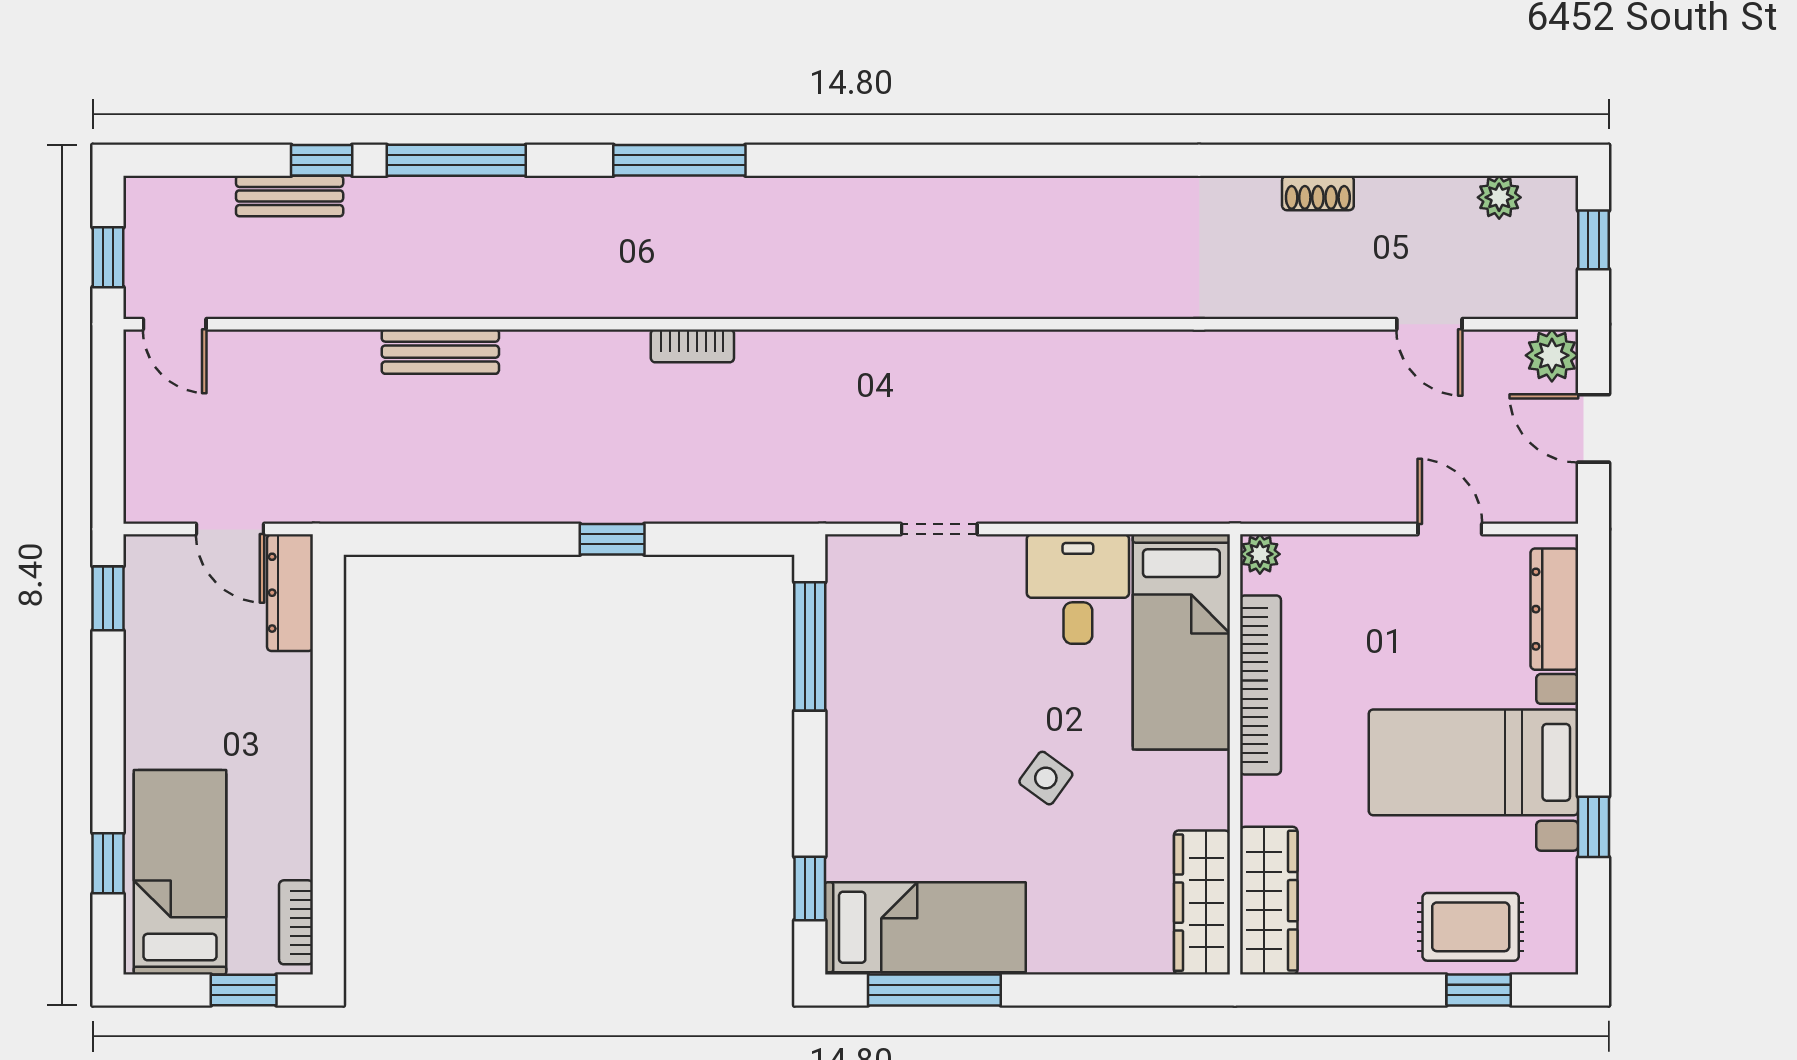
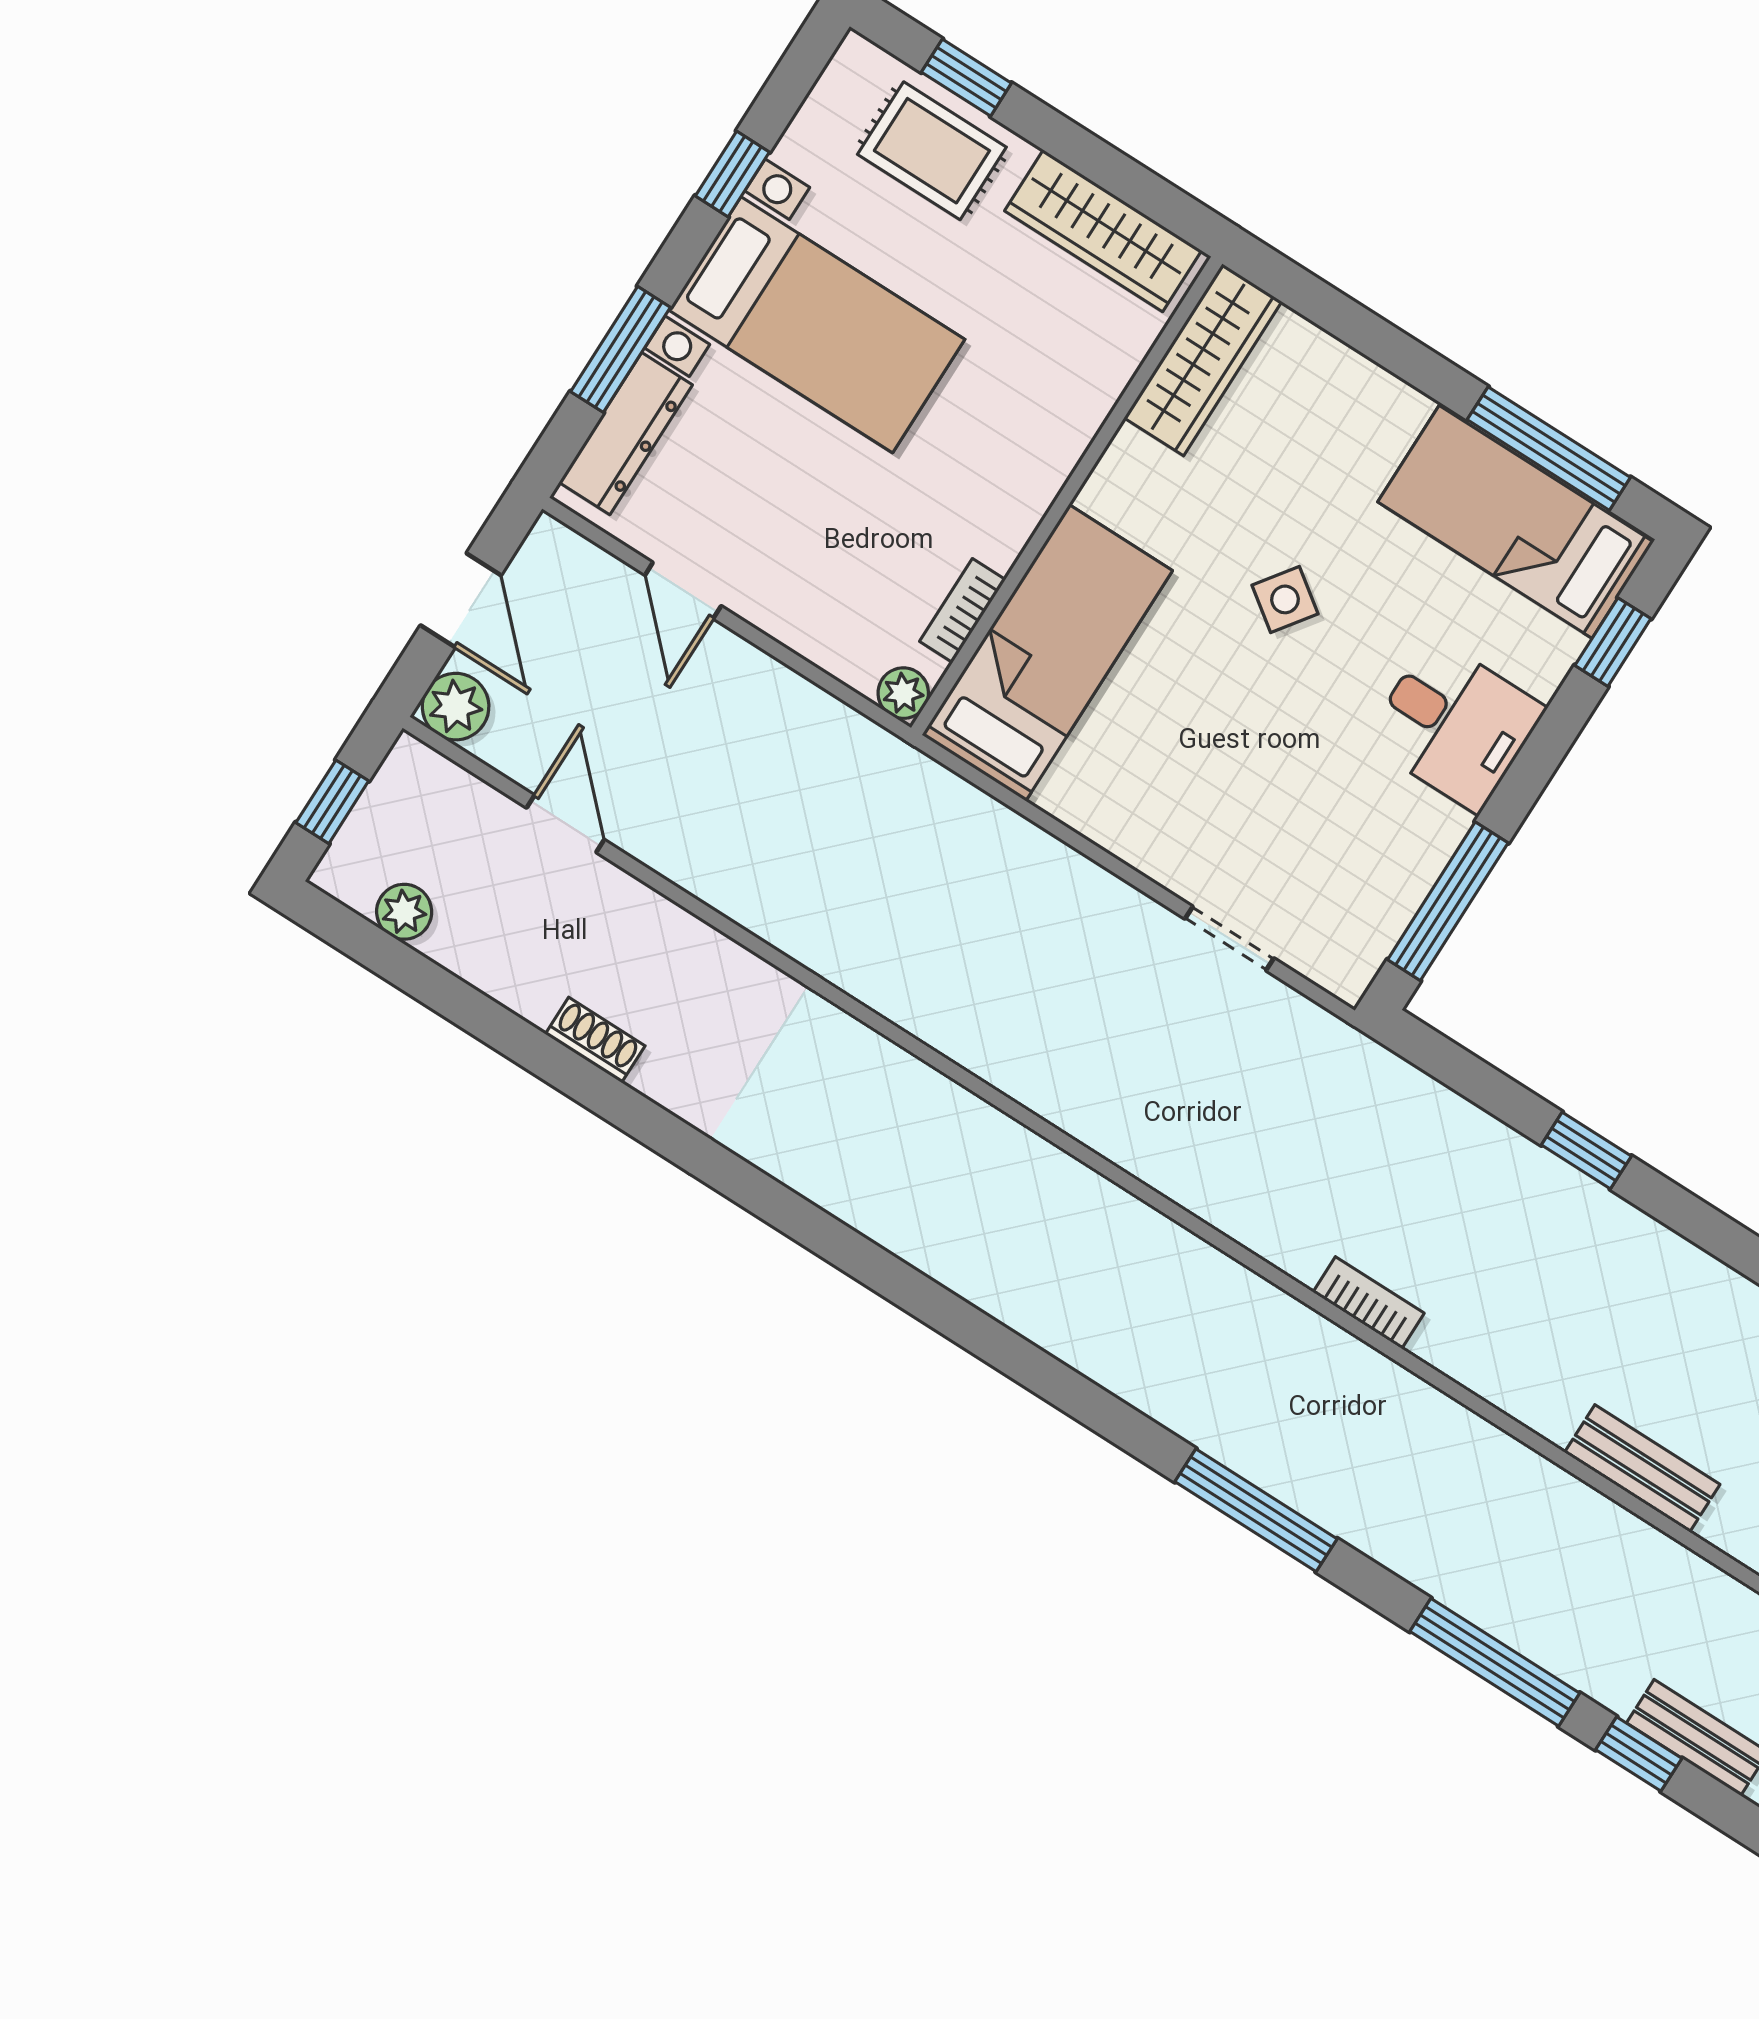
desk: (1078, 589) -> (1455, 725), moved, turned -90
window: (1594, 663) -> (620, 349), added
bookcase: (1260, 685) -> (962, 611), width x0.43, depth x0.76
wardrobe: (1269, 901) -> (1103, 231), moved, turned -90

